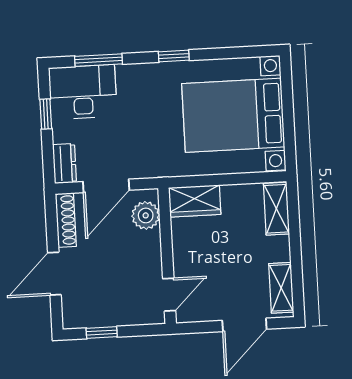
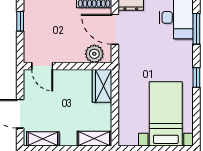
bed with nightstands: (233, 115) -> (166, 114), width x0.73

